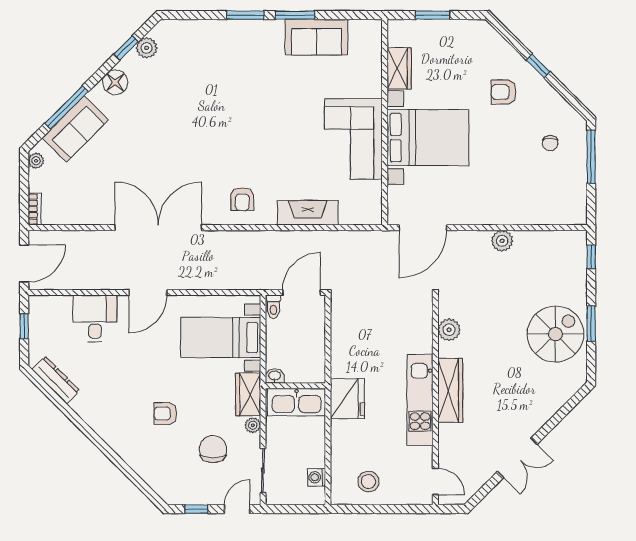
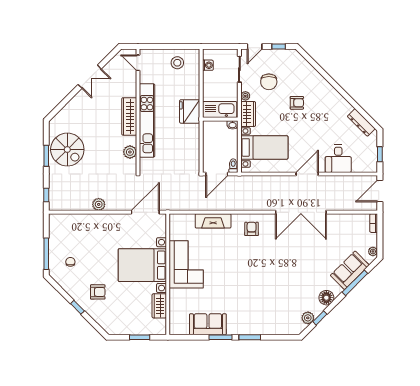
spiral stairs: (555, 334) -> (67, 150), turned -90
kitchen unit: (420, 400) -> (147, 120), width x1.36
double door: (517, 458) -> (90, 77), swing flipped

